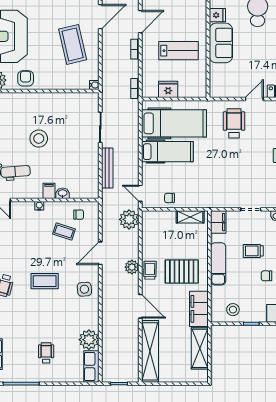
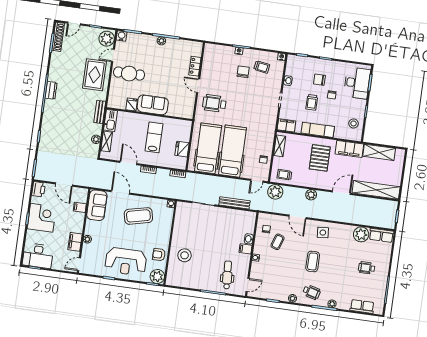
stool: (39, 139) -> (185, 255), moved
hospital bed: (167, 152) -> (232, 151), width x1.37, depth x1.29
trolley: (150, 270) -> (284, 175), moved

